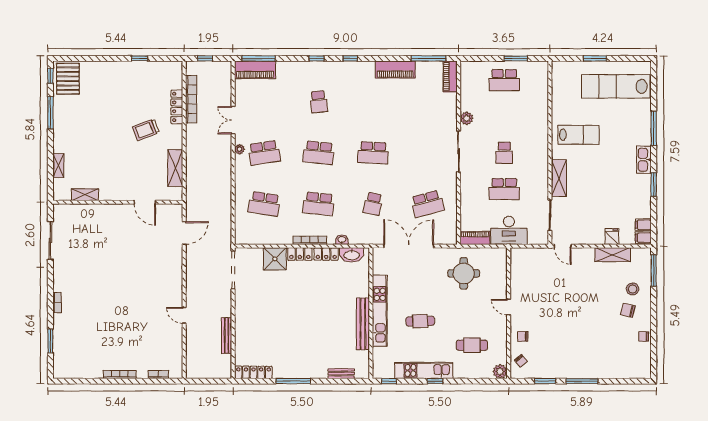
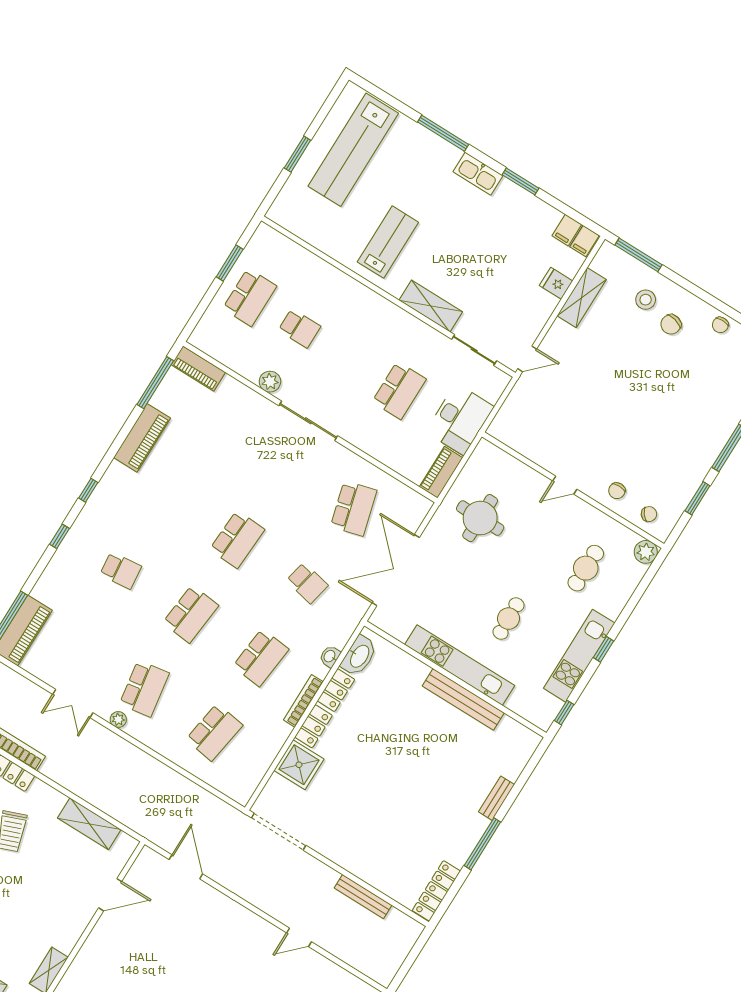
school desk: (504, 153) -> (299, 328), moved
bench: (341, 374) -> (496, 798), moved

